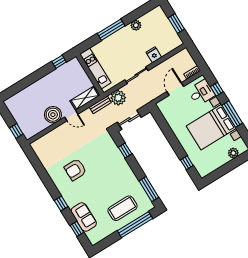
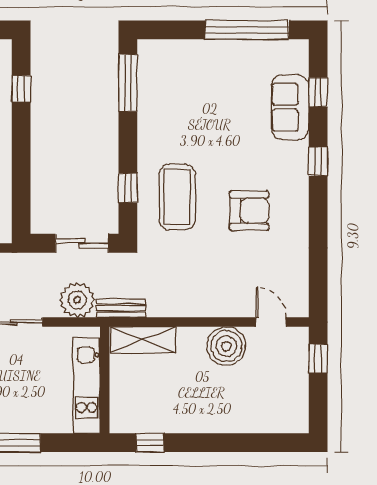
door: (71, 116) -> (271, 322), moved
coffee table: (123, 208) -> (177, 197), moved, turned 90
window: (135, 225) -> (247, 30), moved

